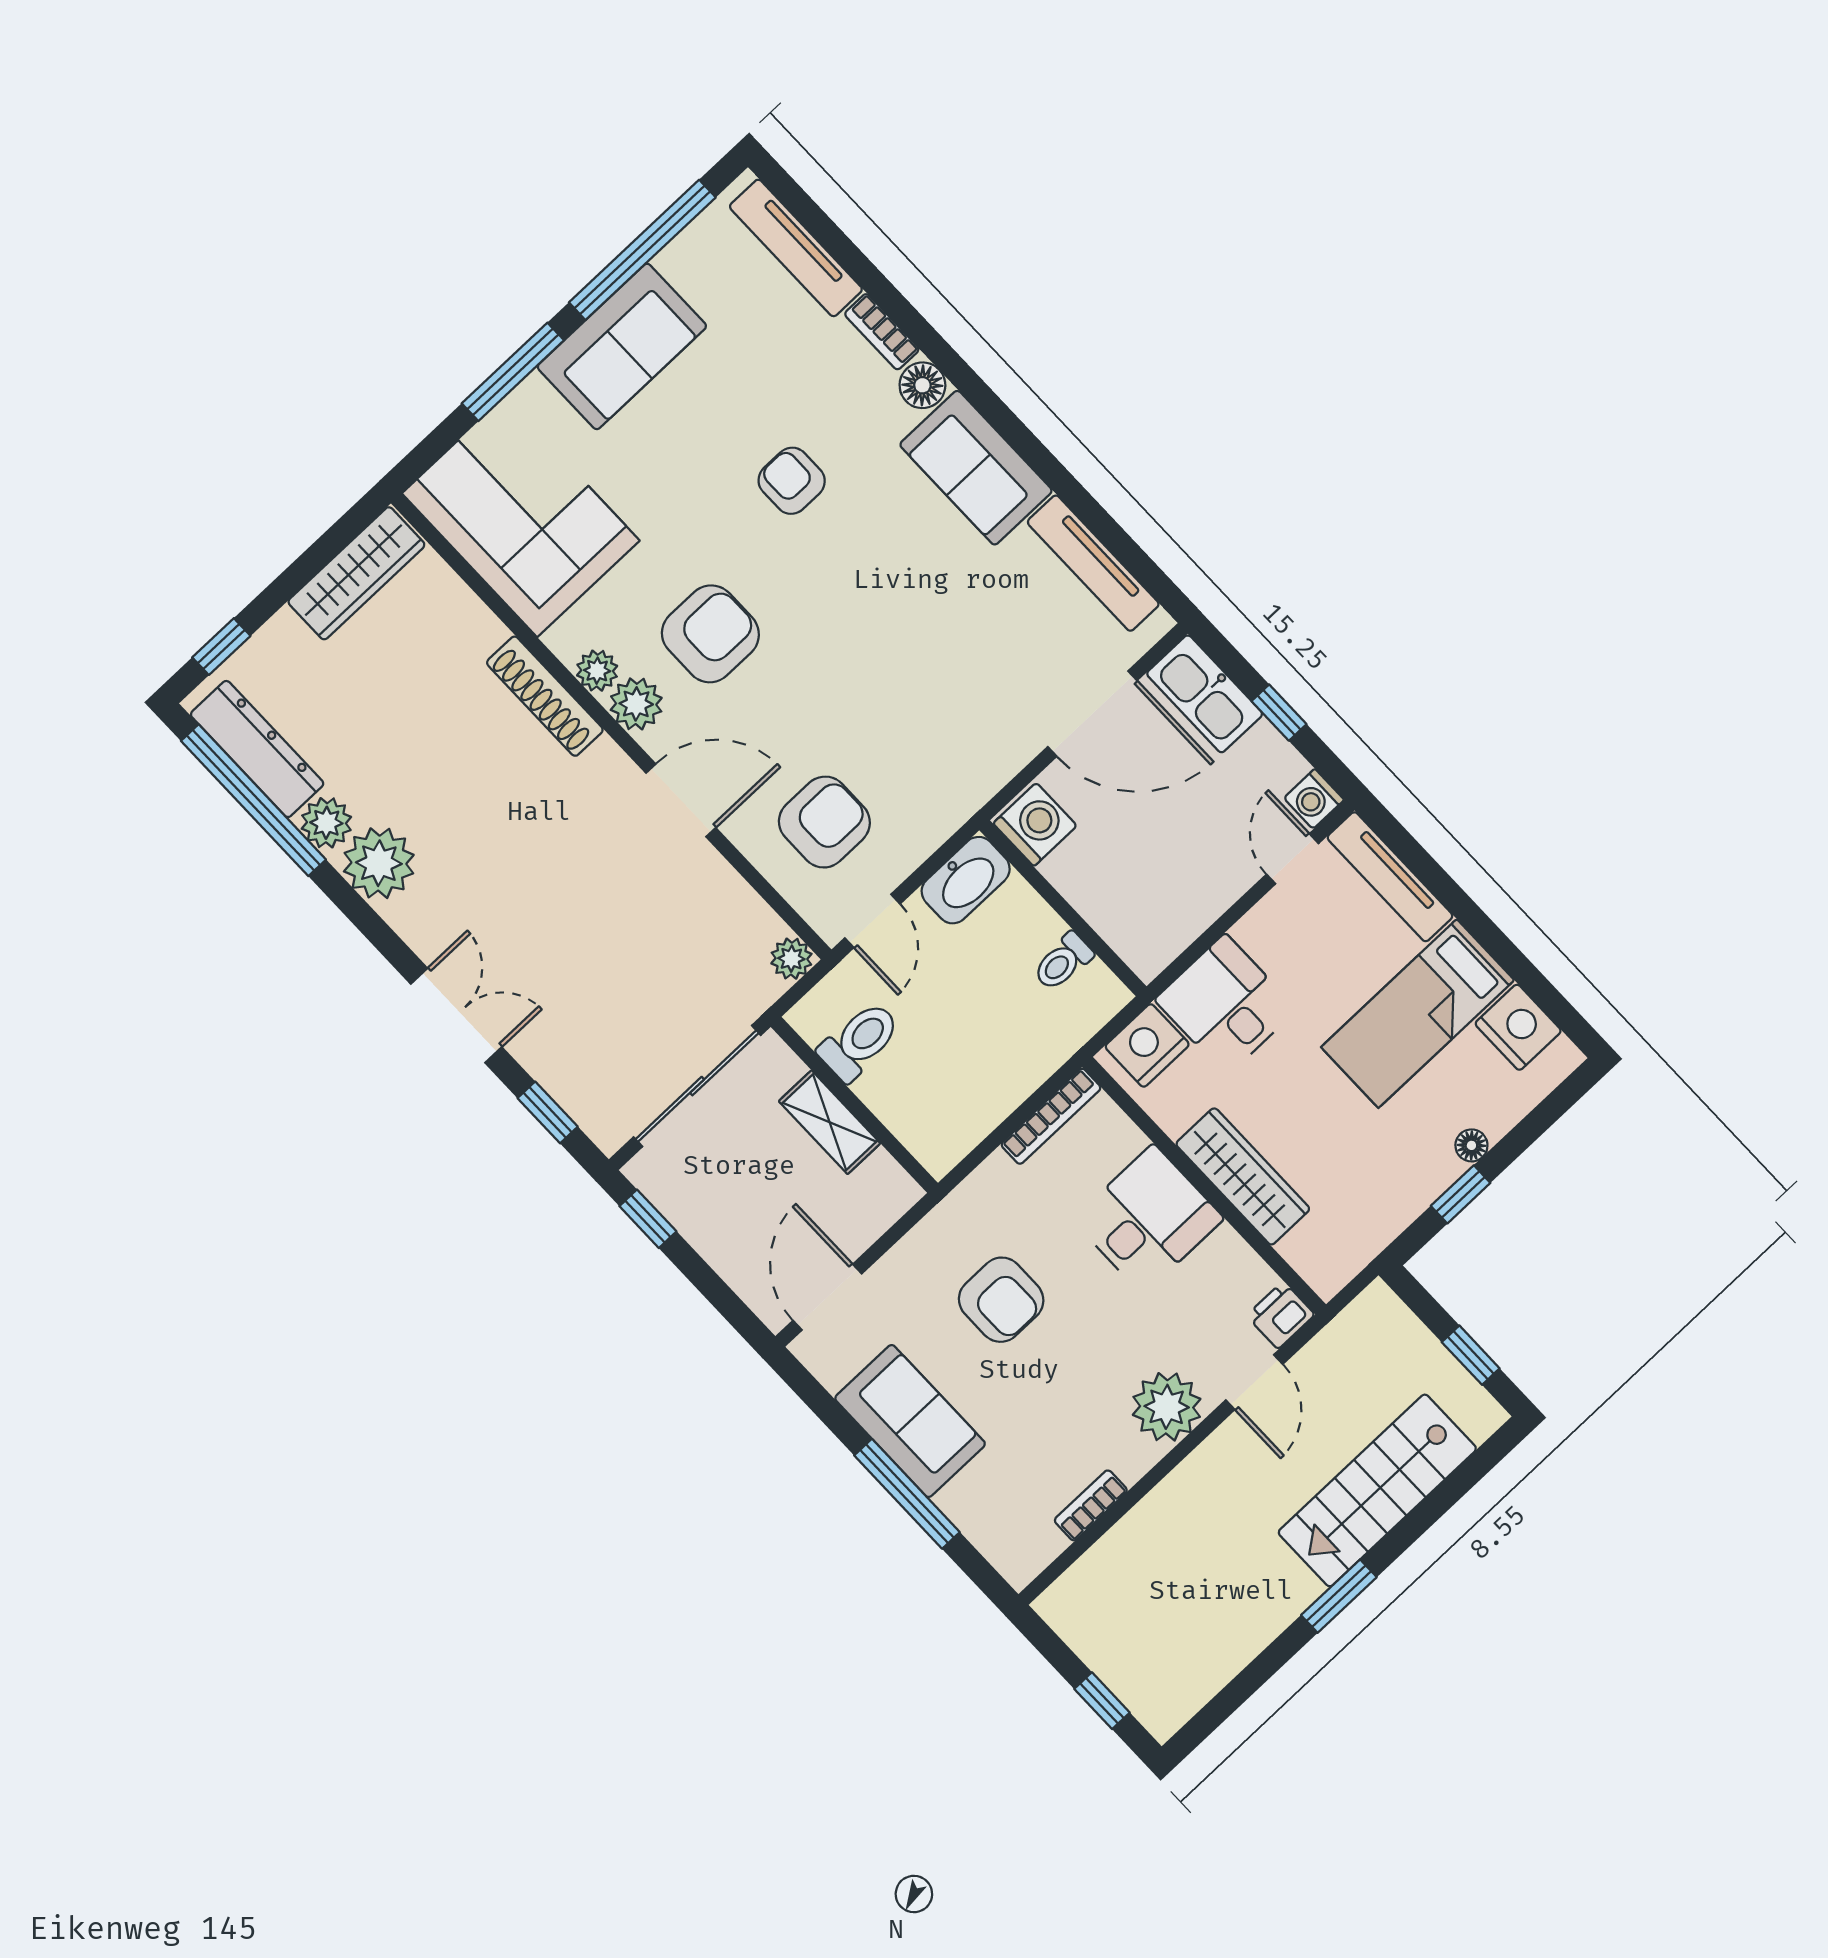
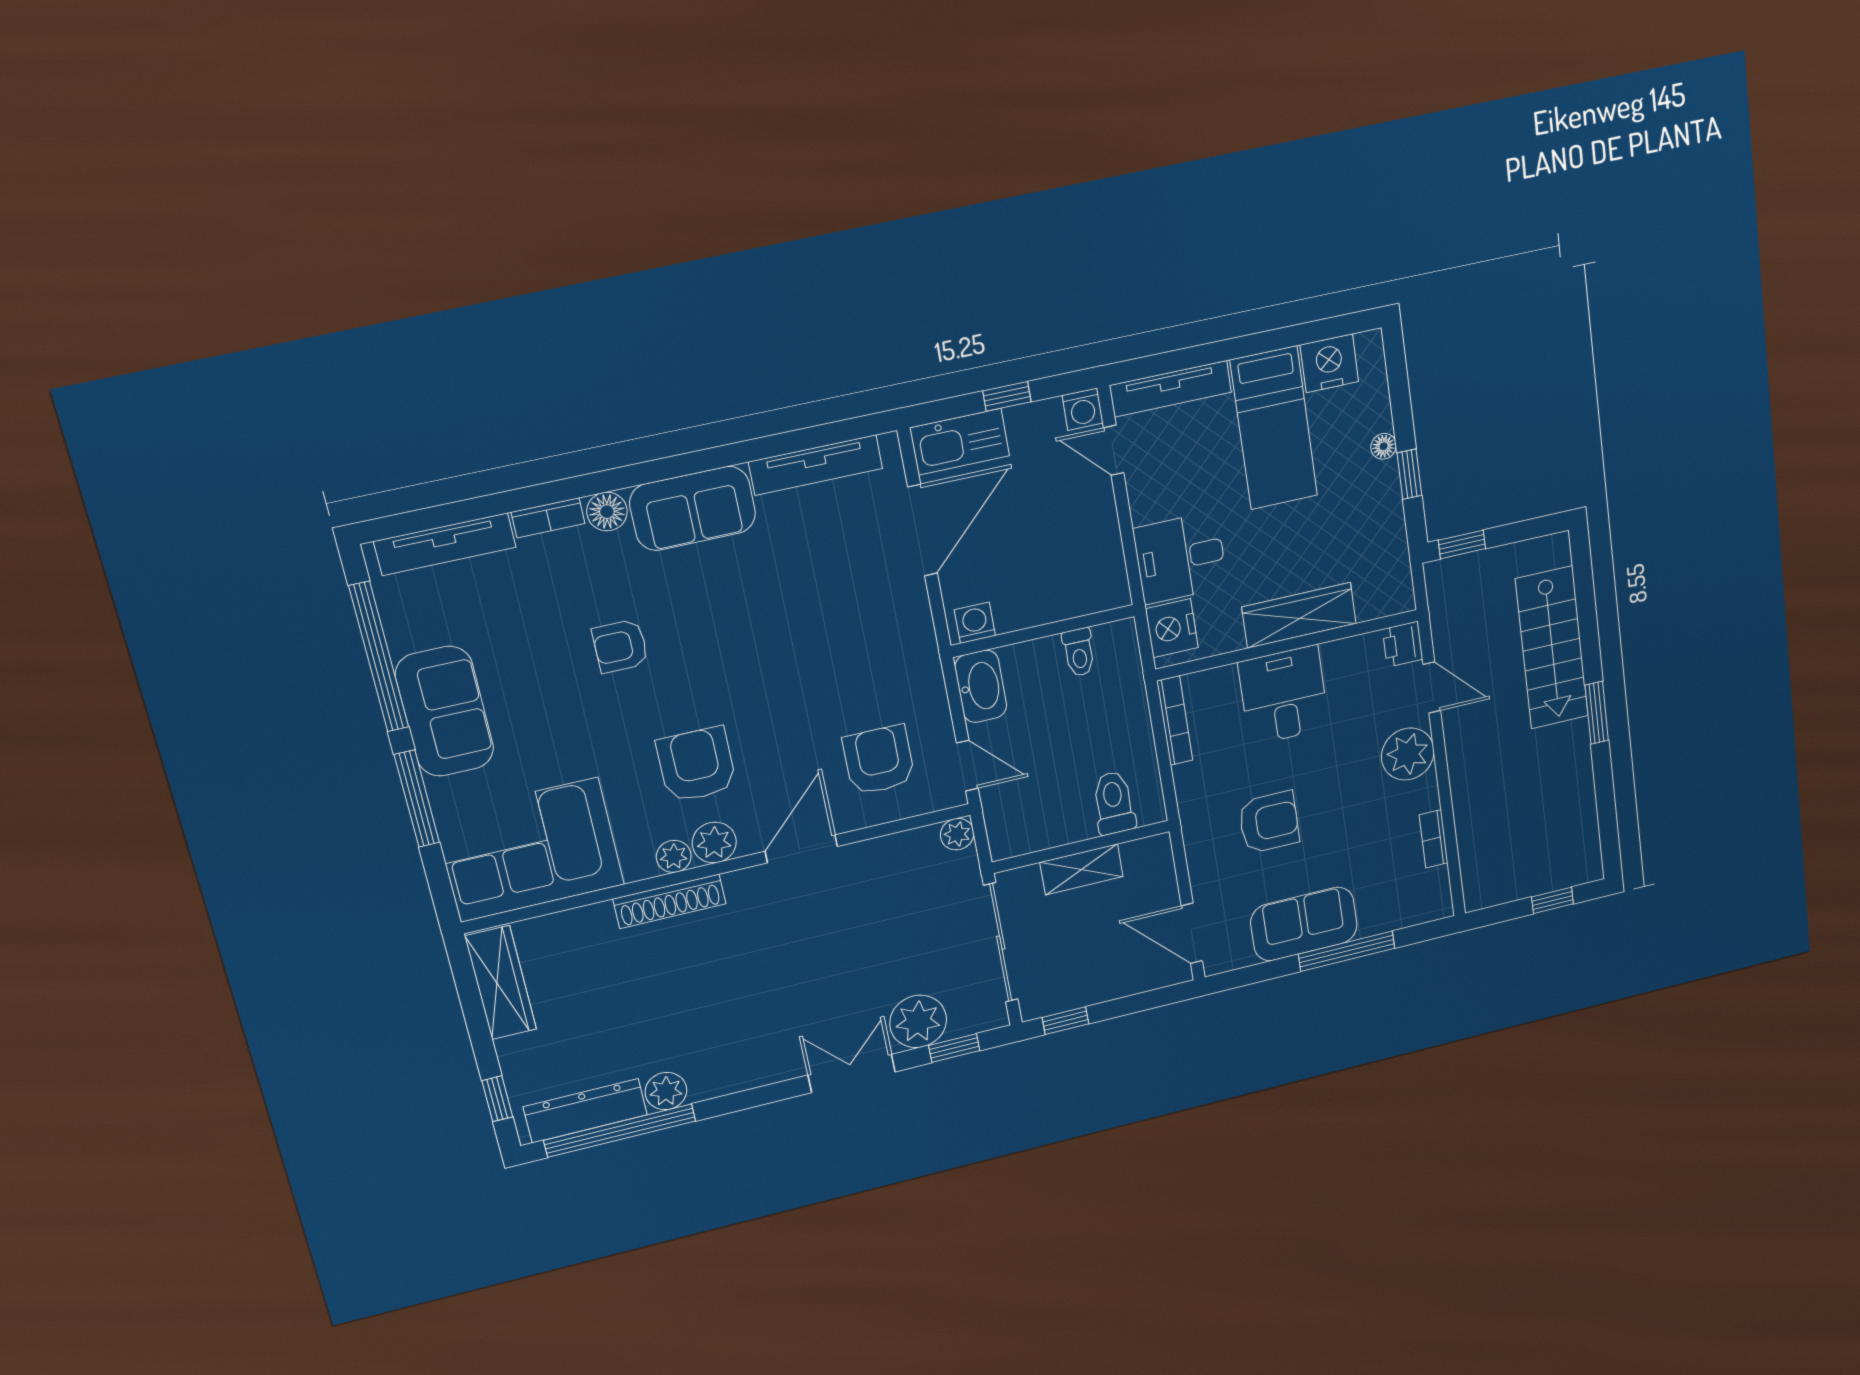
washing machine: (1035, 824) -> (975, 623), width x0.73, depth x0.73
plant: (379, 863) -> (918, 1021), moved
toilet: (859, 1041) -> (1114, 803), moved
window: (1471, 1355) -> (1462, 544), moved

